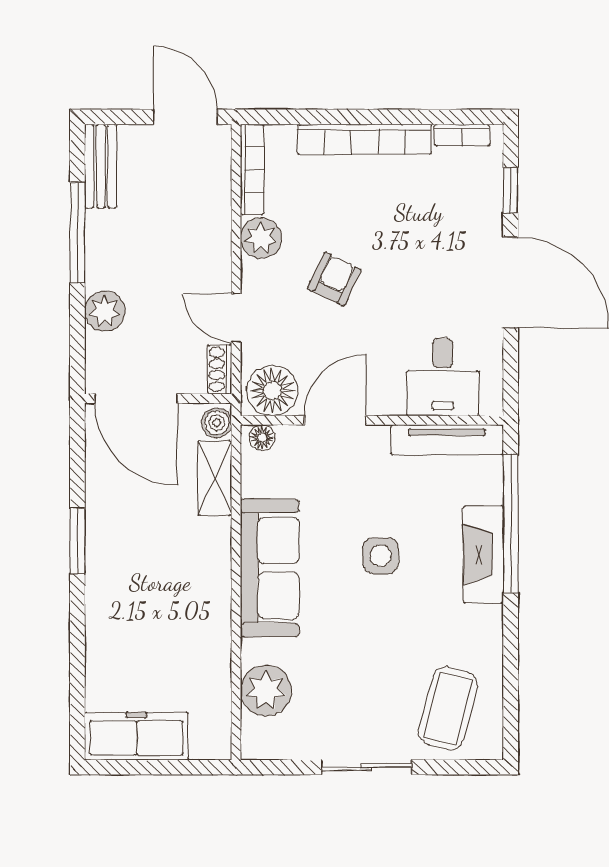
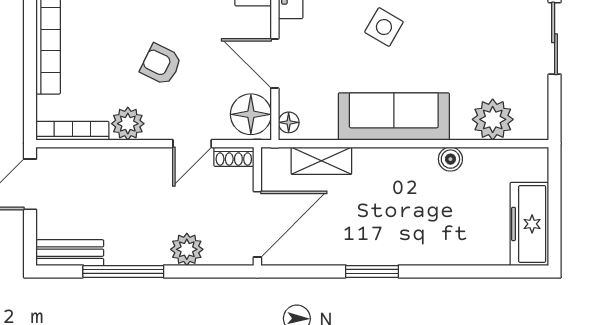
boiler: (217, 423) -> (450, 159), moved
side table: (381, 556) -> (384, 27), turned 30

